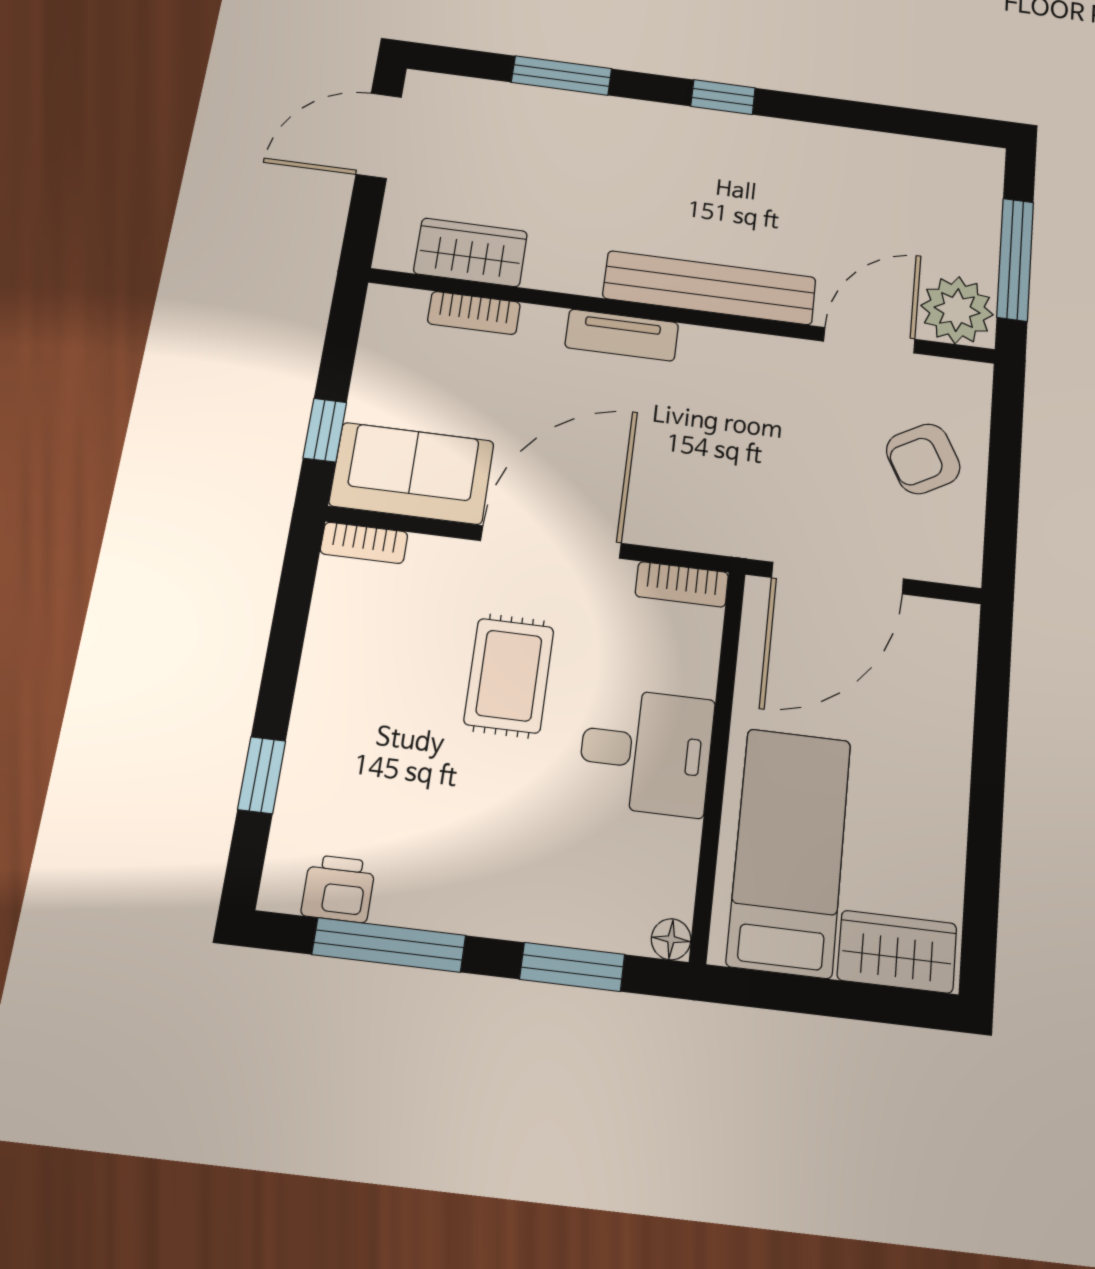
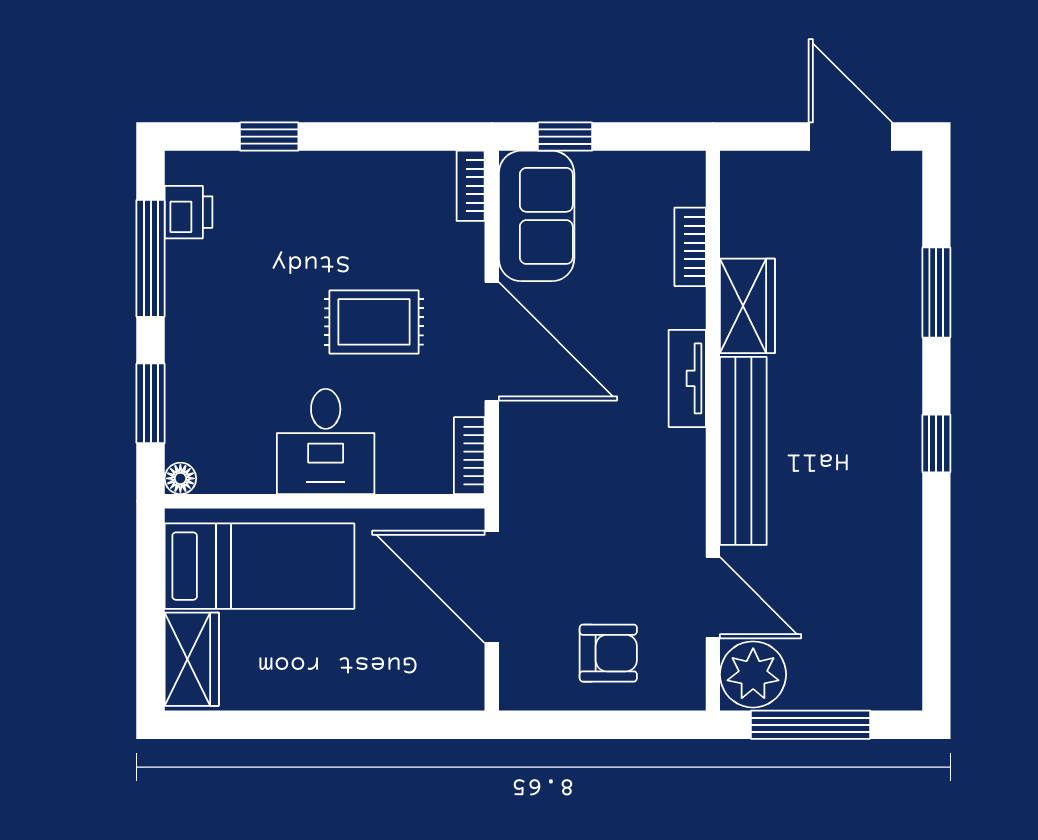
wardrobe: (471, 252) -> (747, 306), moved
armchair: (923, 459) -> (608, 653), turned 119

